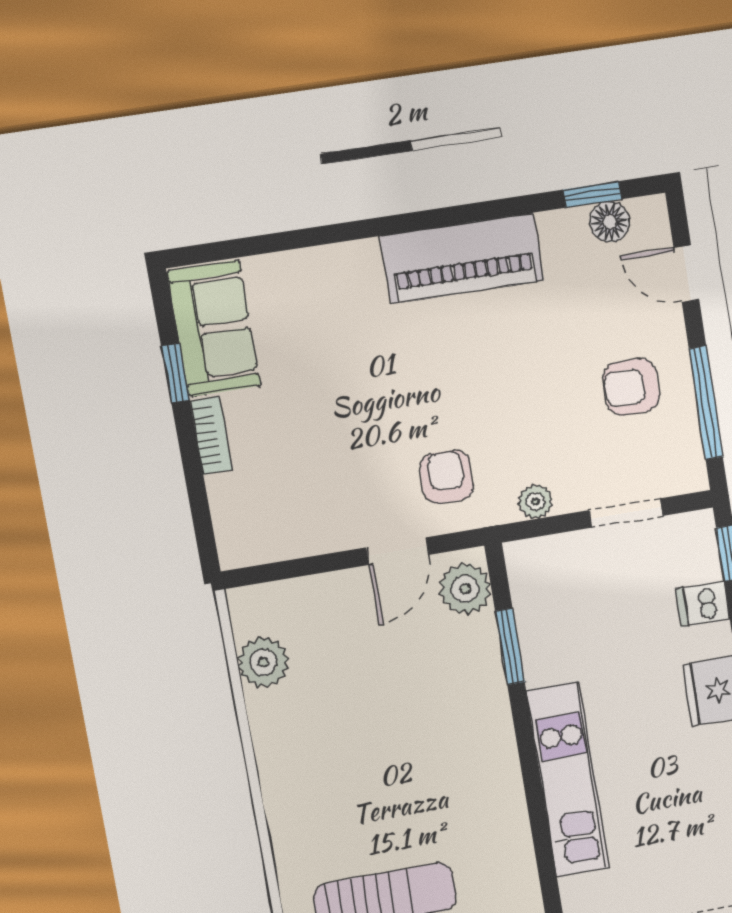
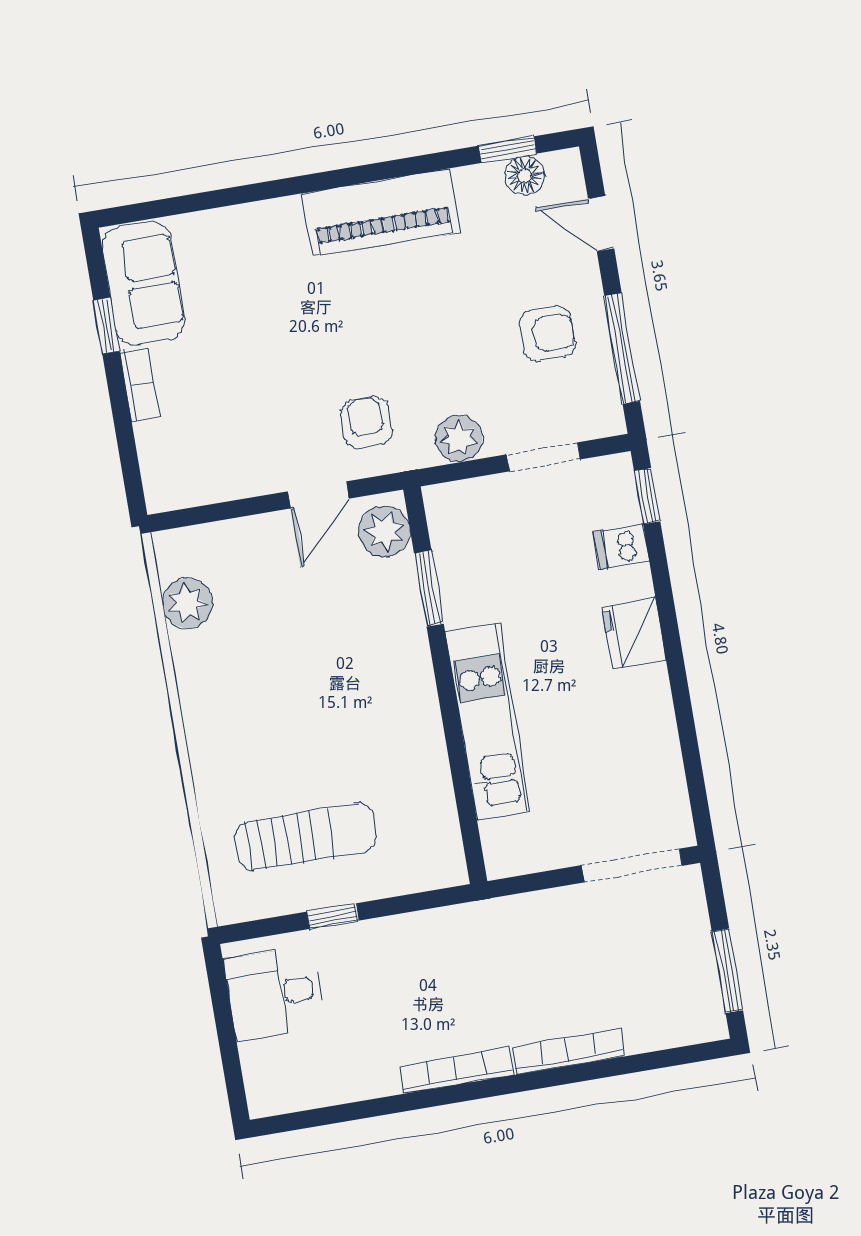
armchair: (631, 387) -> (547, 334), turned 180
plant: (536, 501) -> (459, 439), width x1.38, depth x1.38

